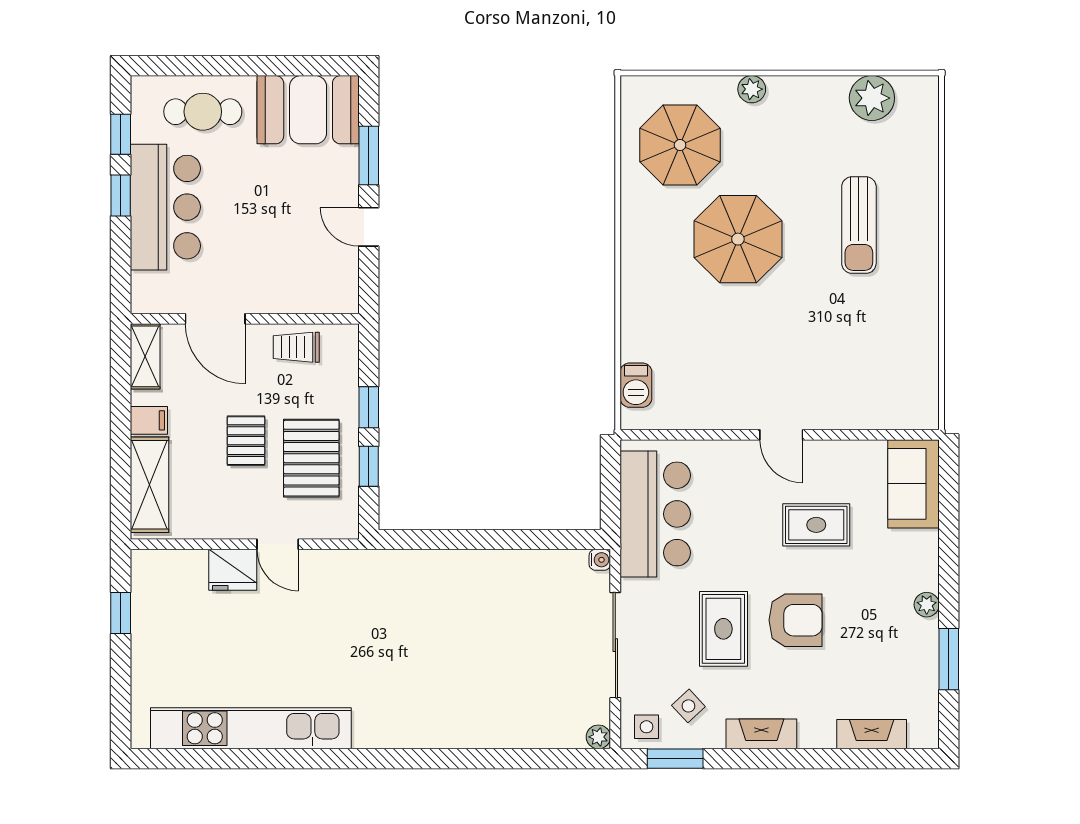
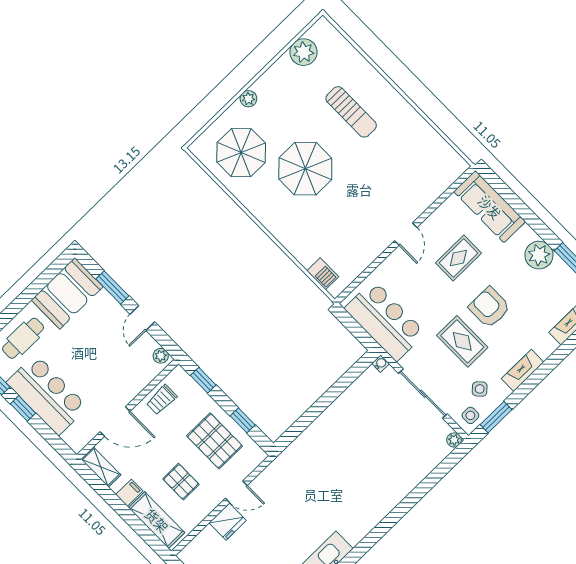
door: (369, 227) -> (142, 318), hinge flipped
plant: (347, 294) -> (161, 356), added
window: (369, 407) -> (203, 380), moved
door: (781, 435) -> (406, 234), hinge flipped
pallet: (246, 441) -> (181, 482), moved
sofa: (914, 484) -> (490, 207), width x1.36
plant: (927, 605) -> (539, 255), width x1.88, depth x1.88
armchair: (796, 620) -> (490, 307), turned -90

